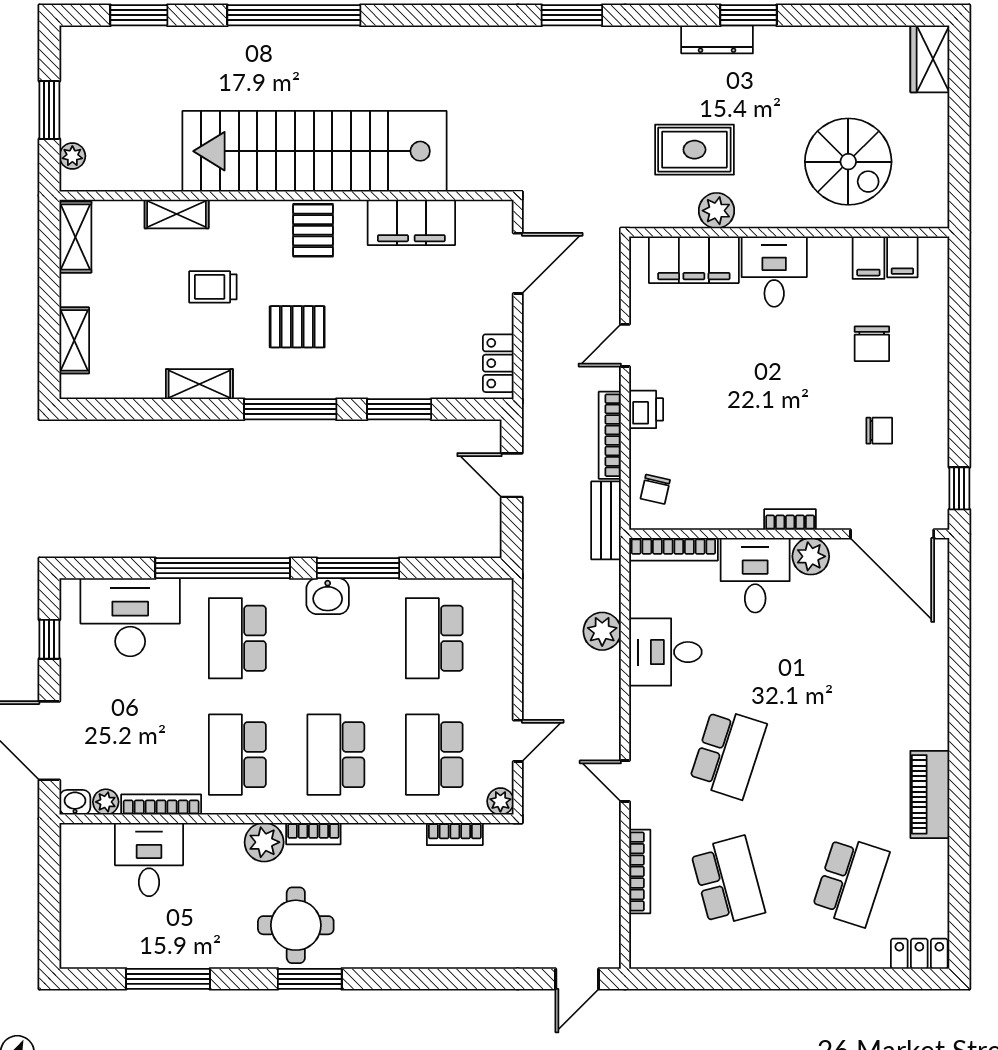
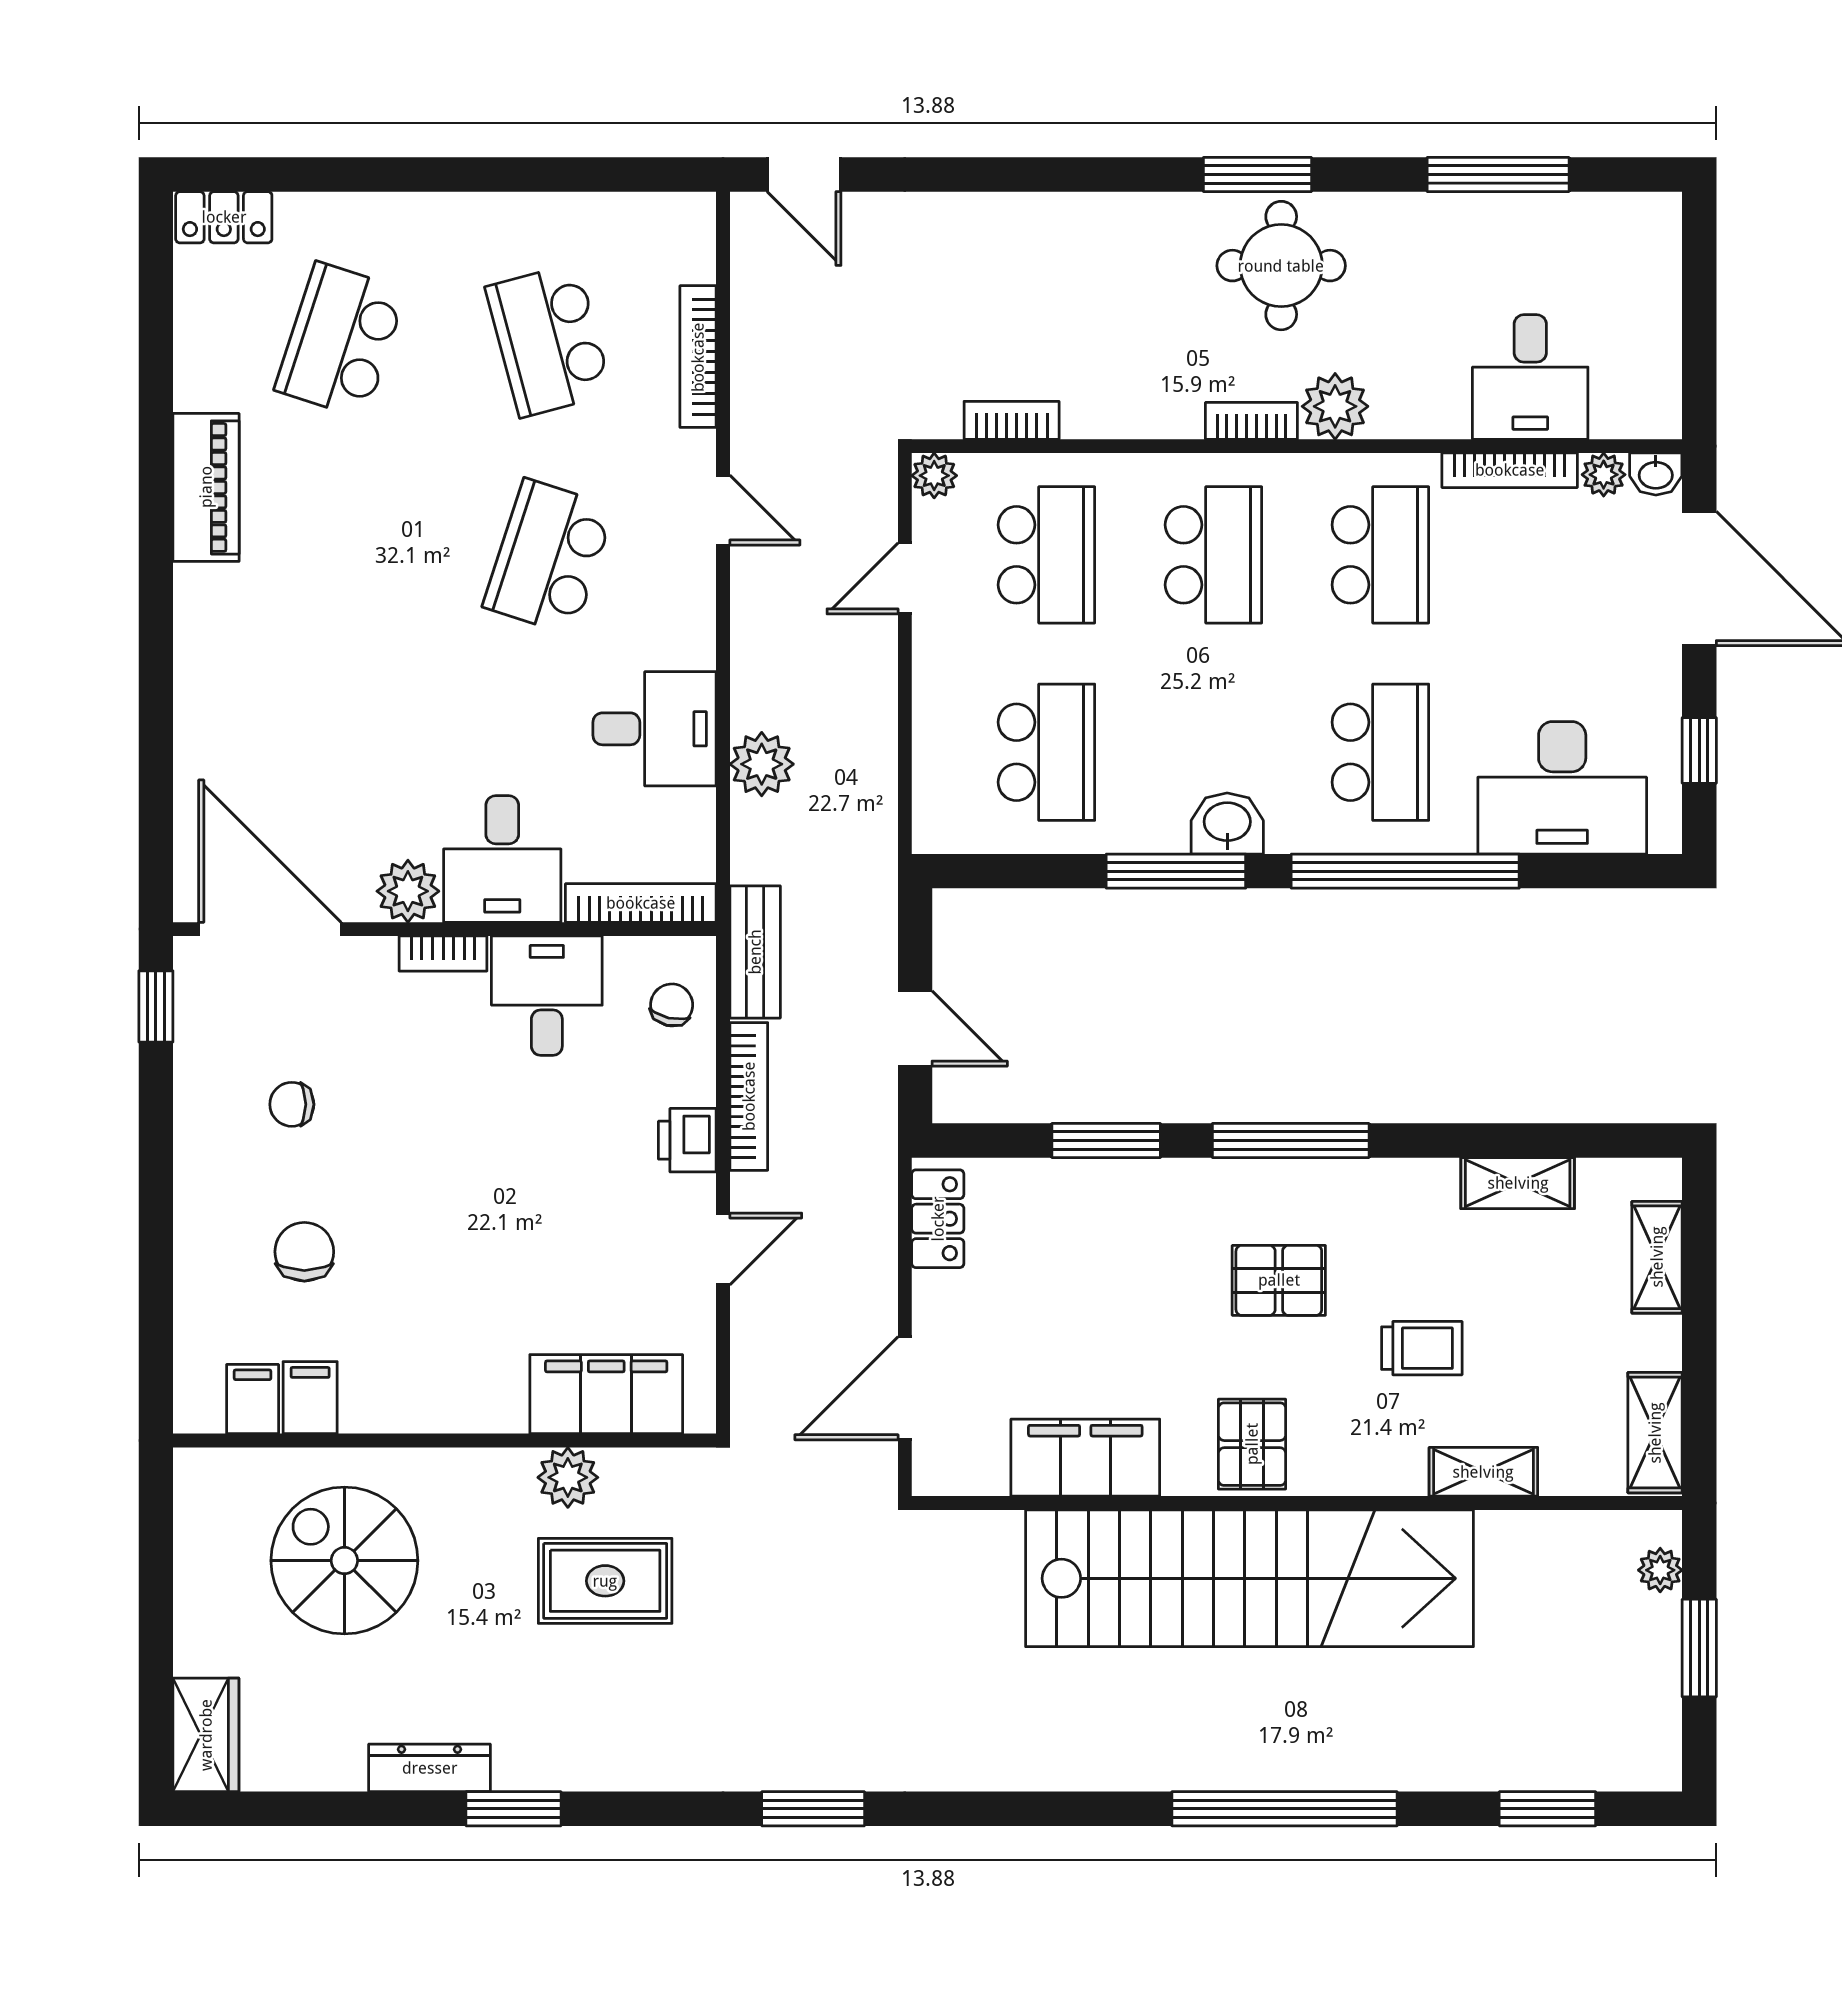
dresser: (717, 39) -> (430, 1768), moved
desk: (774, 272) -> (547, 996), moved, turned 180
shelving: (199, 384) -> (1518, 1183), moved
door: (577, 979) -> (804, 175), swing flipped

